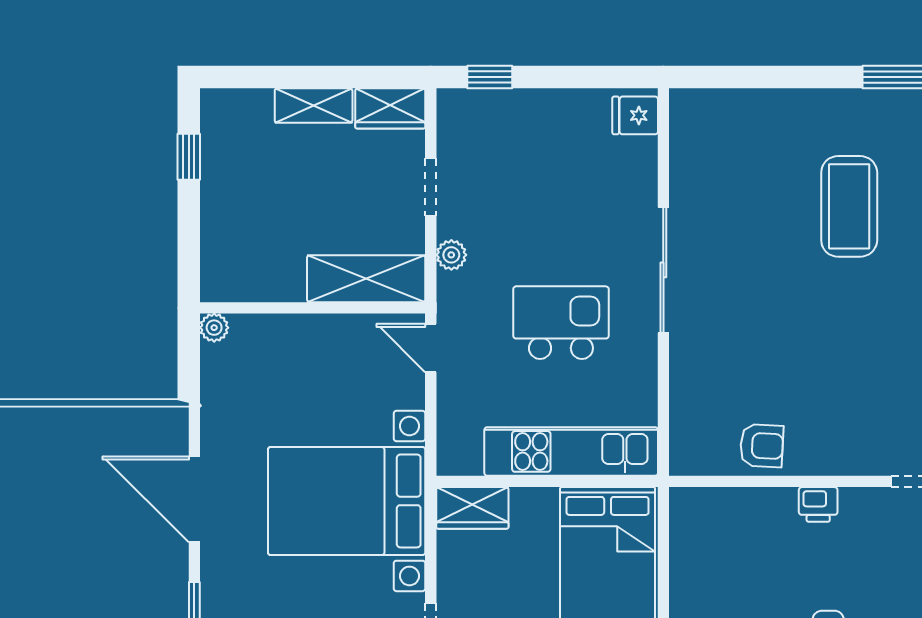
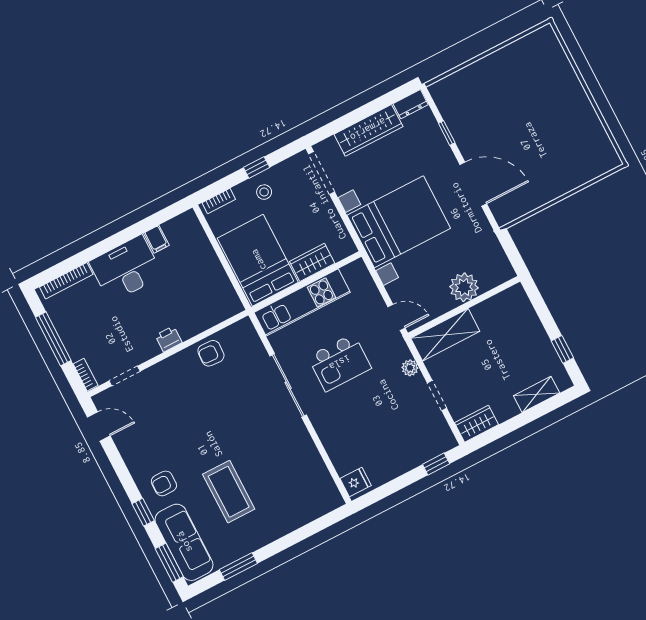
shelving: (314, 106) -> (537, 394), moved
sliding door: (663, 270) -> (288, 385), moved
plant: (214, 328) -> (464, 287), moved, width x1.87, depth x1.87
wardrobe: (472, 508) -> (312, 262), moved

